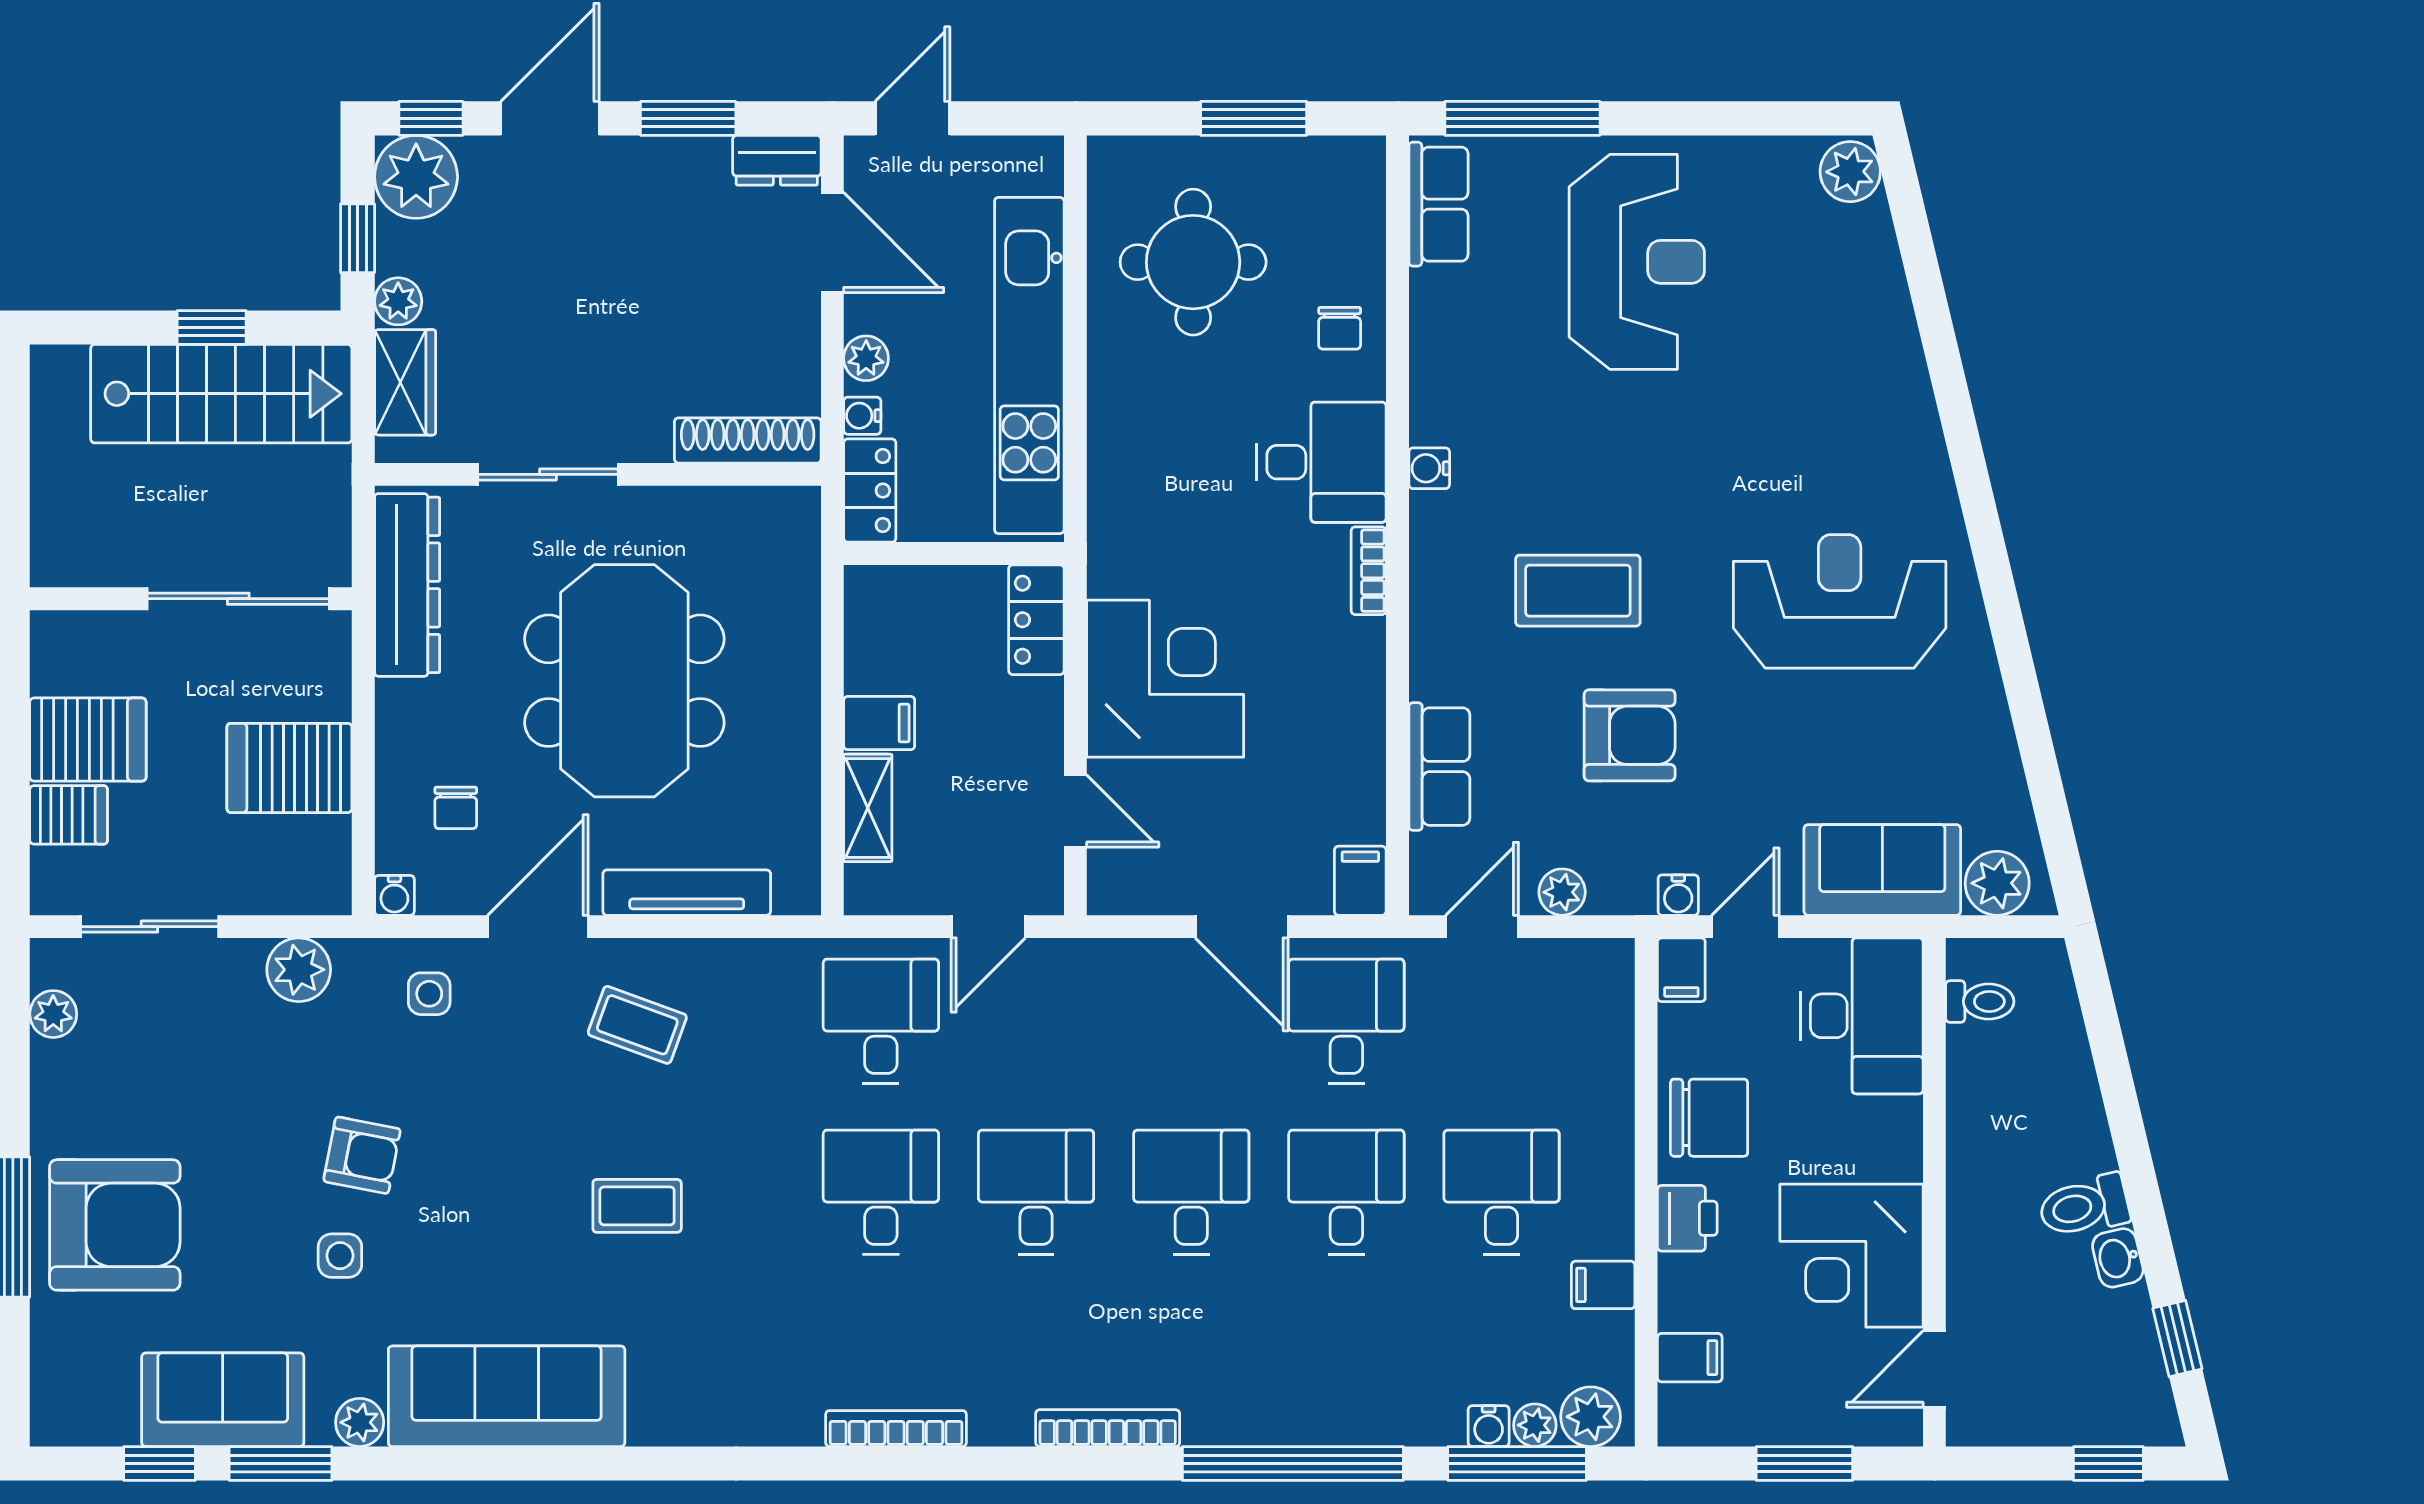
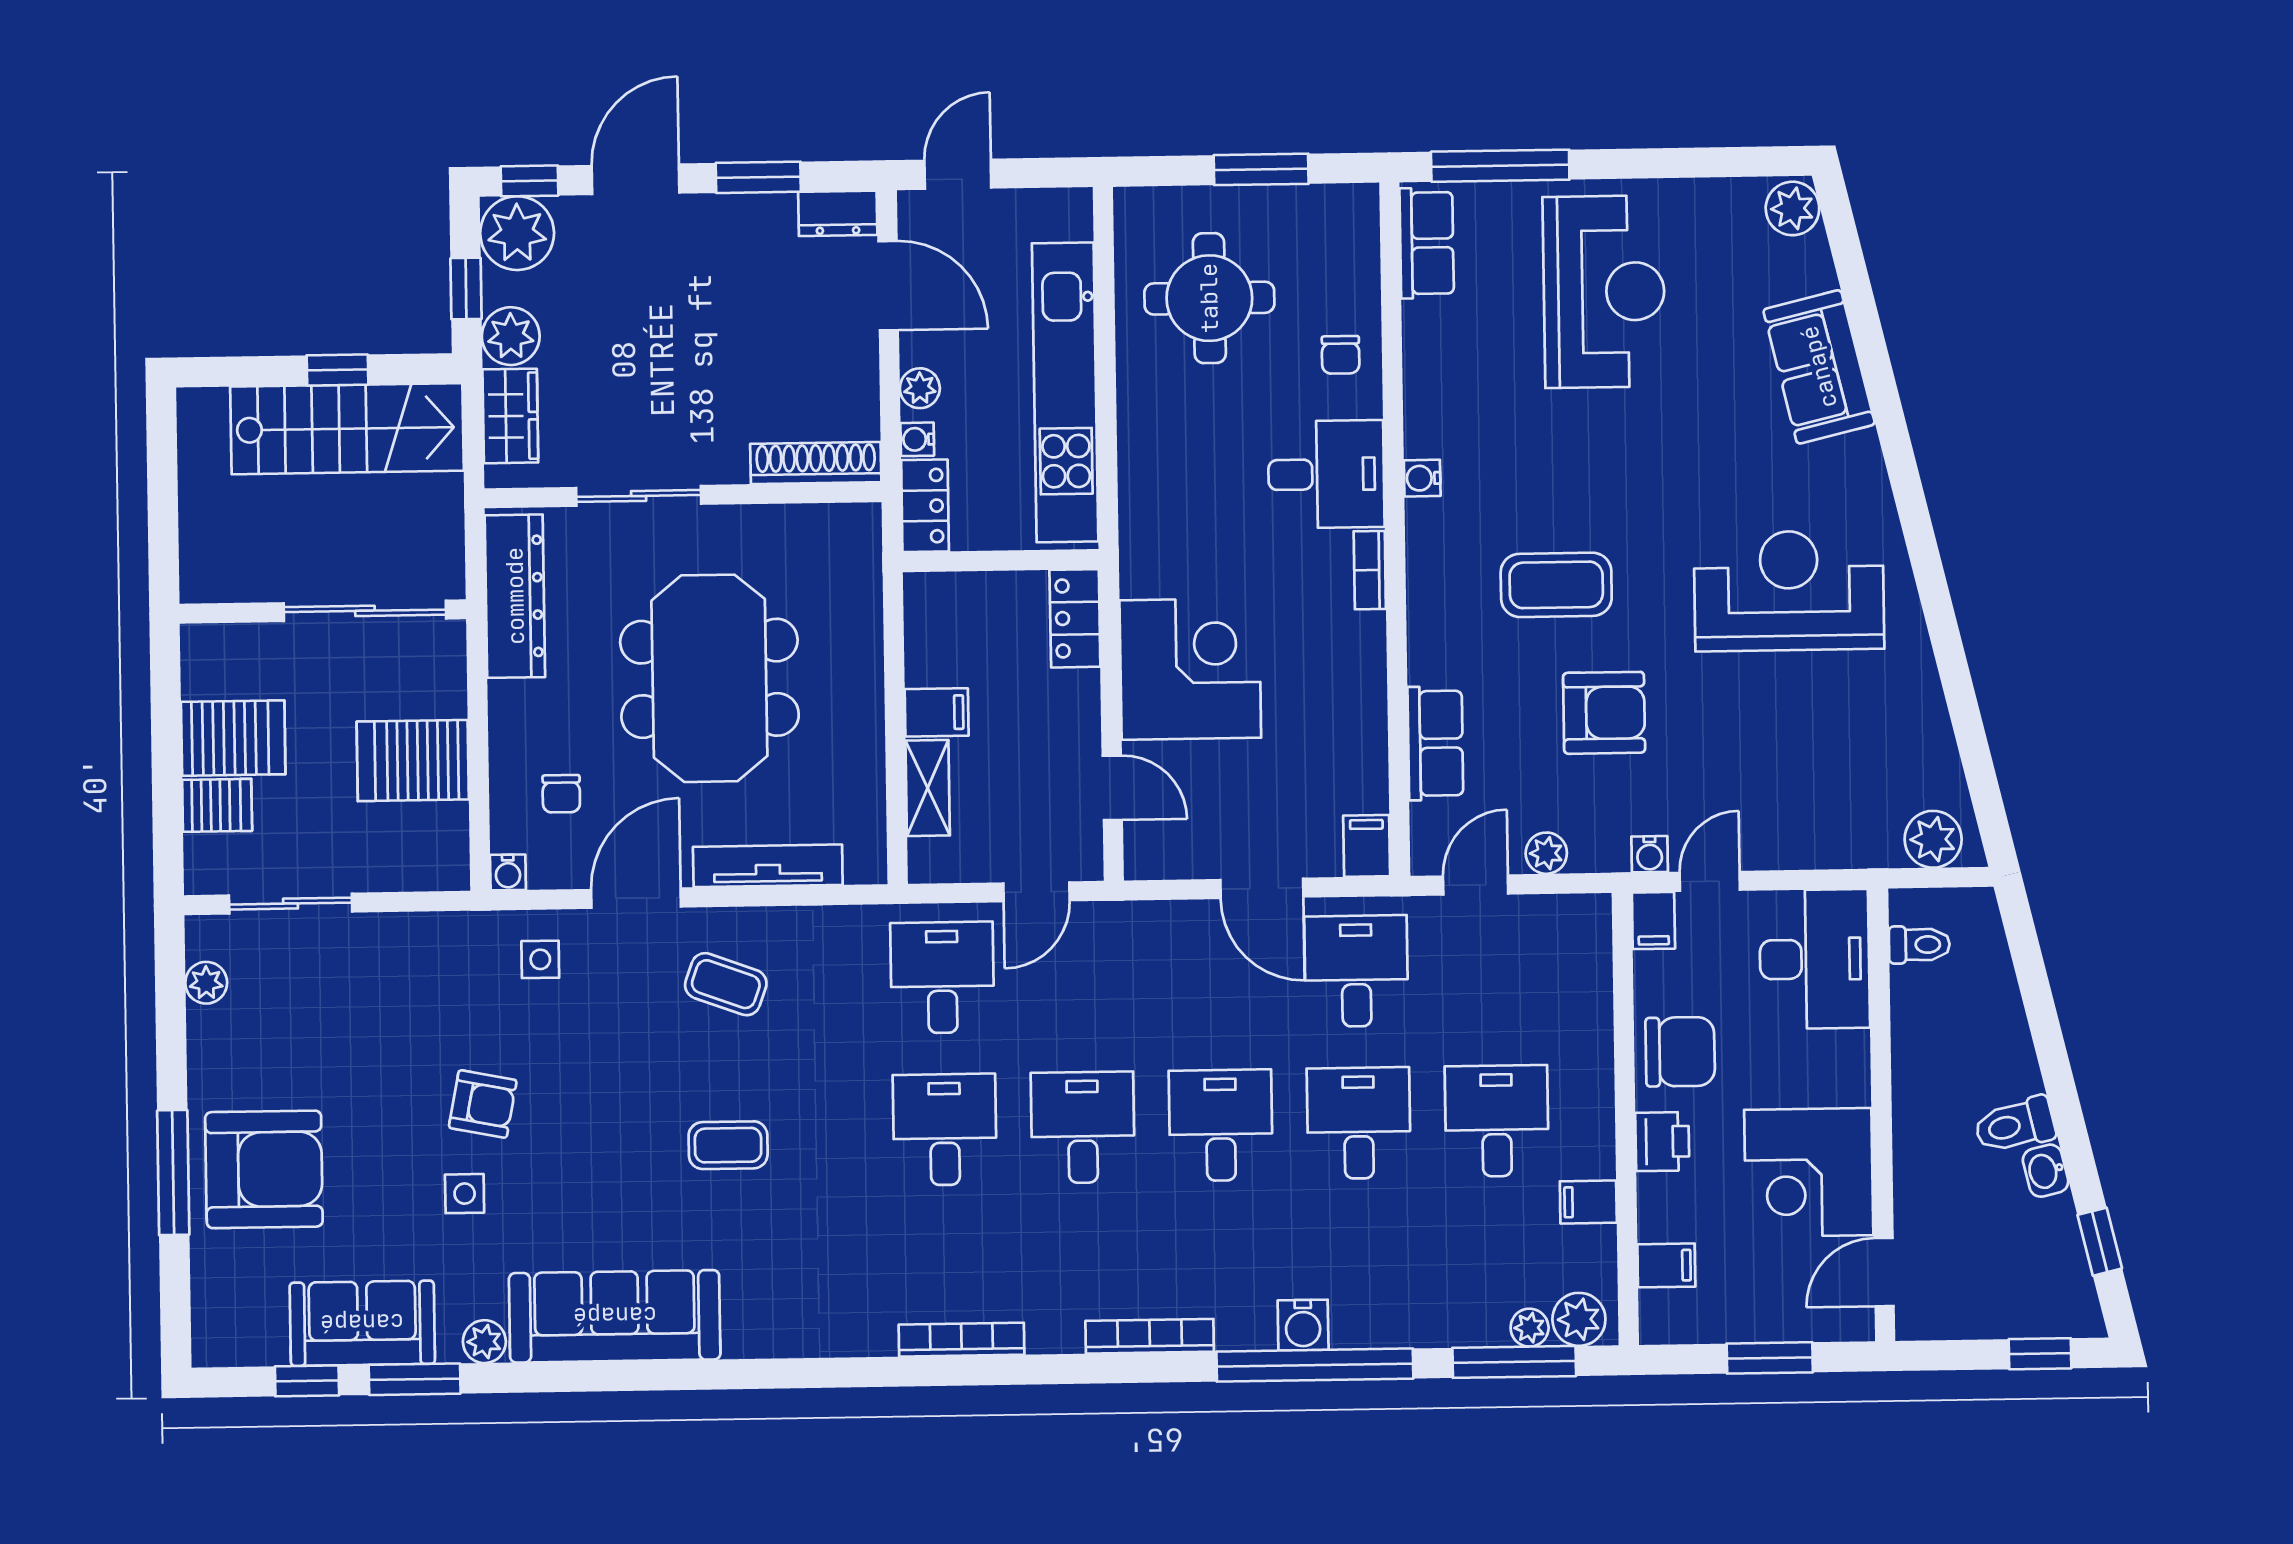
plant: (398, 301) -> (511, 336), width x1.38, depth x1.38
sofa: (1882, 870) -> (1819, 367), moved, turned -103
plant: (299, 970) -> (424, 940), removed
water cooler: (1489, 1426) -> (1303, 1325), moved, width x1.38, depth x1.38

